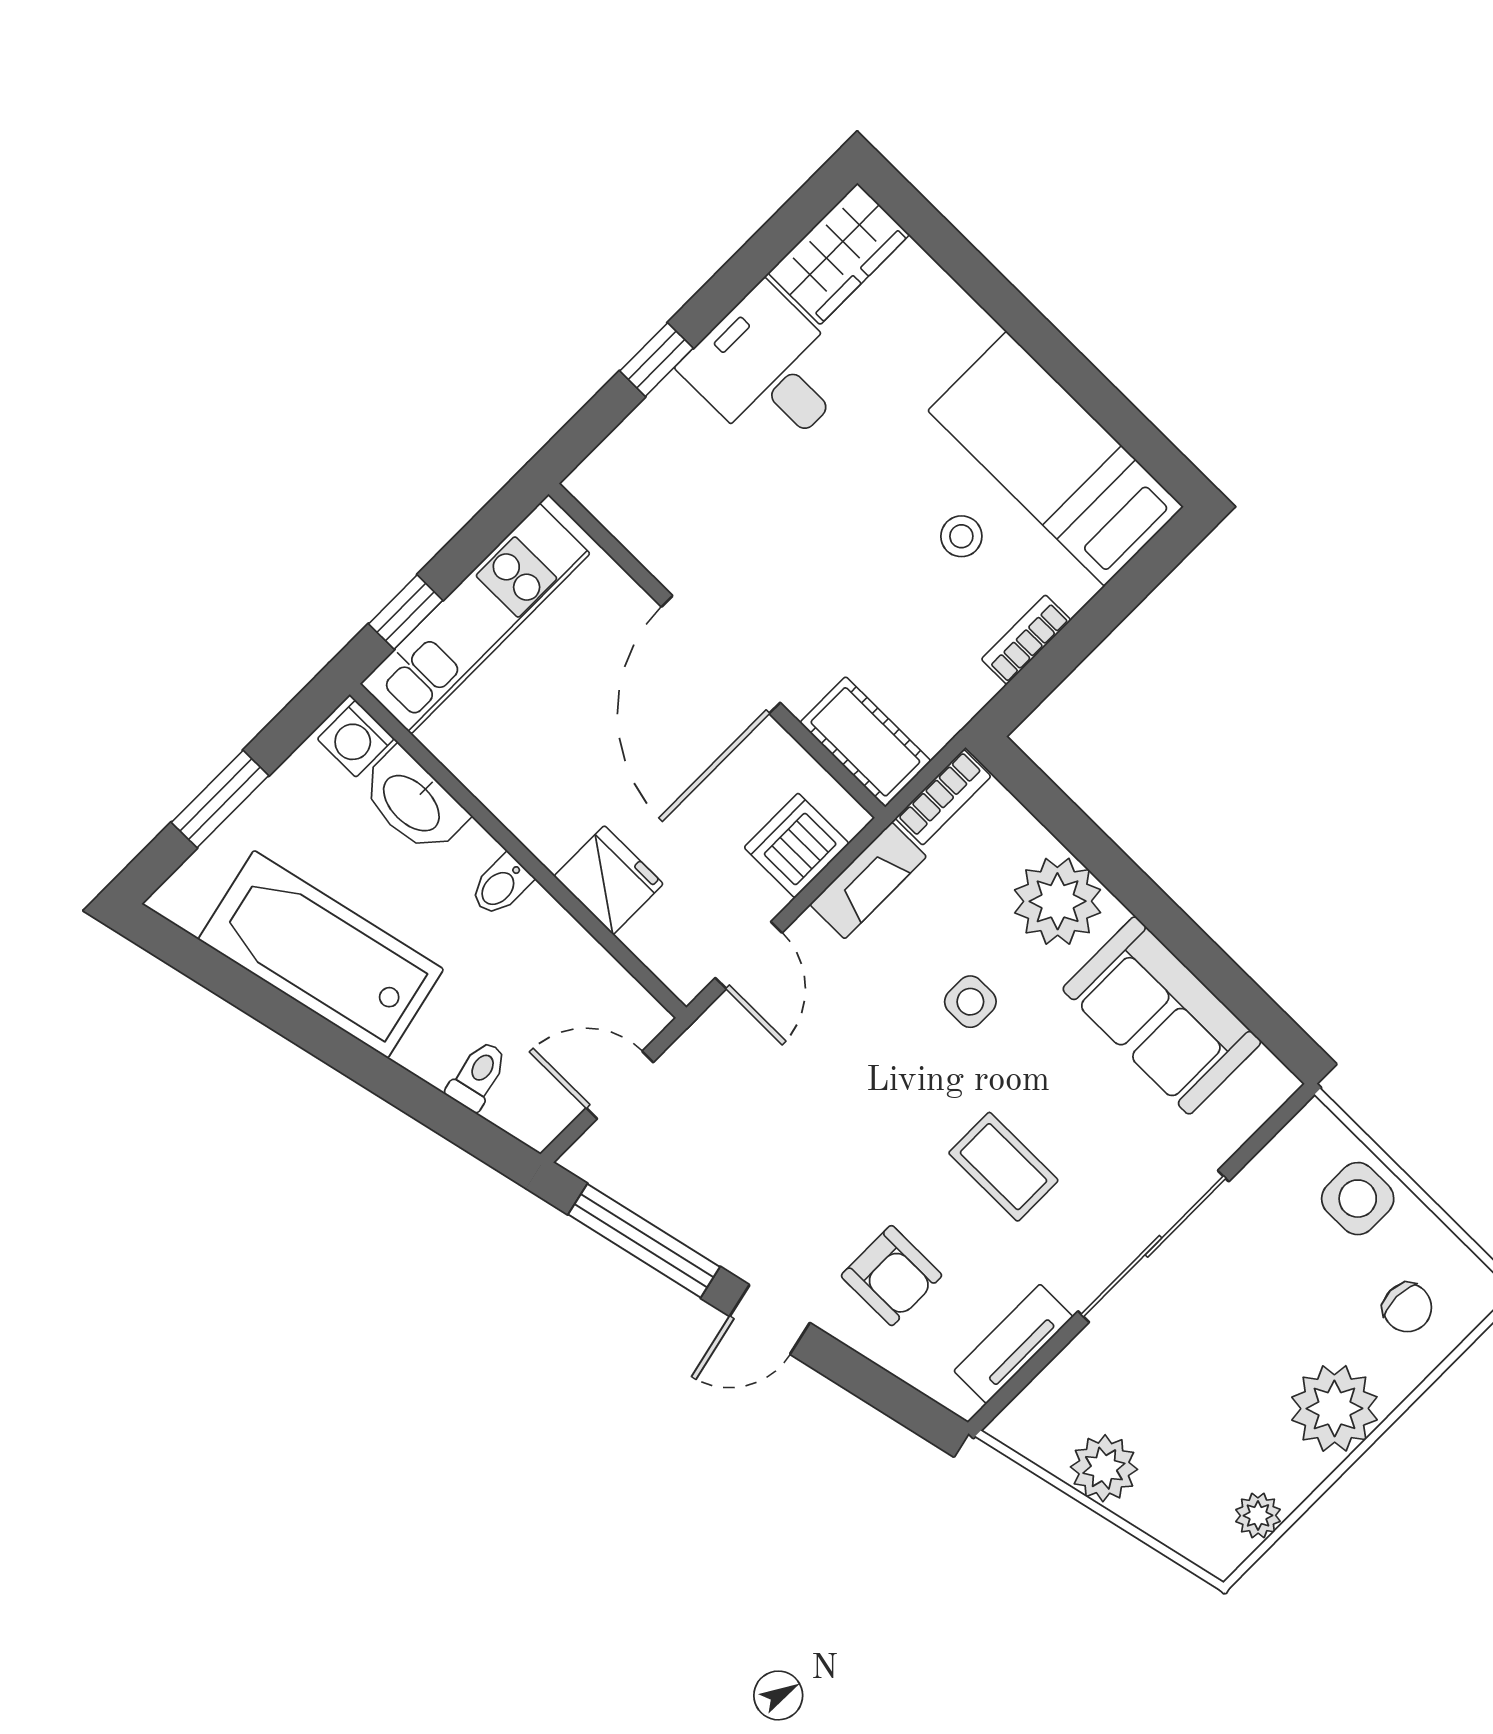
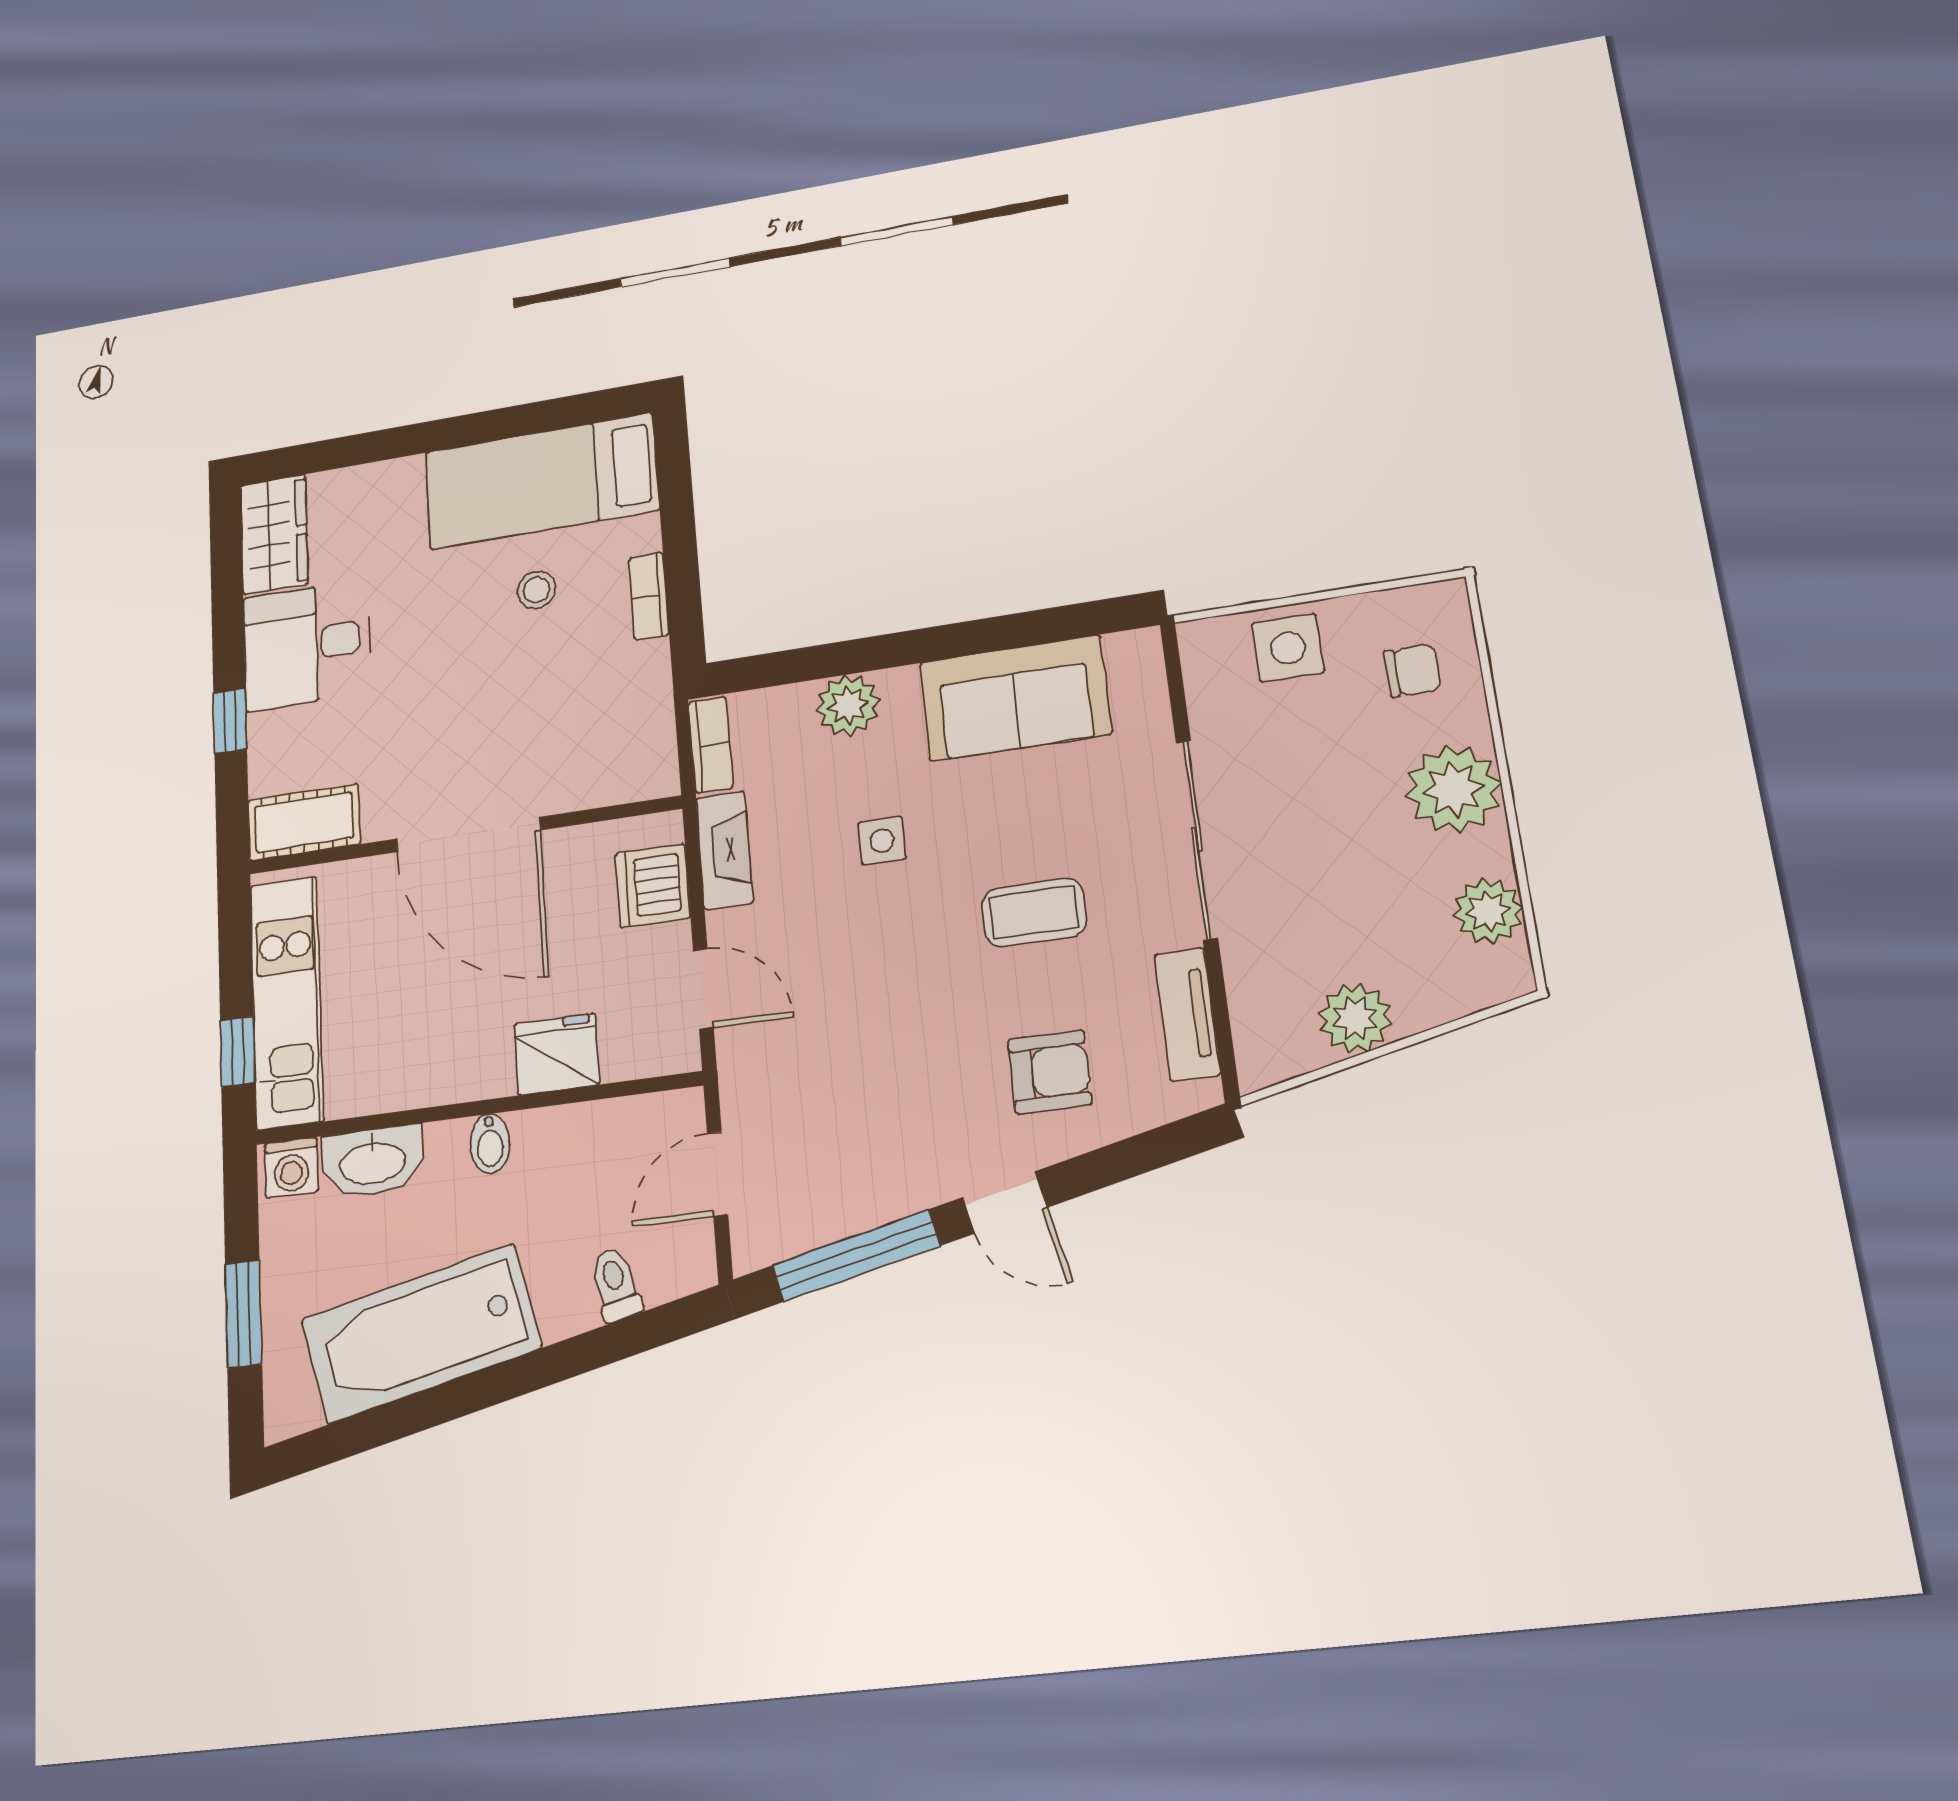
cot: (865, 742) -> (304, 822), moved
plant: (1058, 901) -> (848, 705), width x0.73, depth x0.73
door: (770, 1320) -> (1005, 1202), hinge flipped
plant: (1258, 1515) -> (1488, 911), width x1.38, depth x1.38

